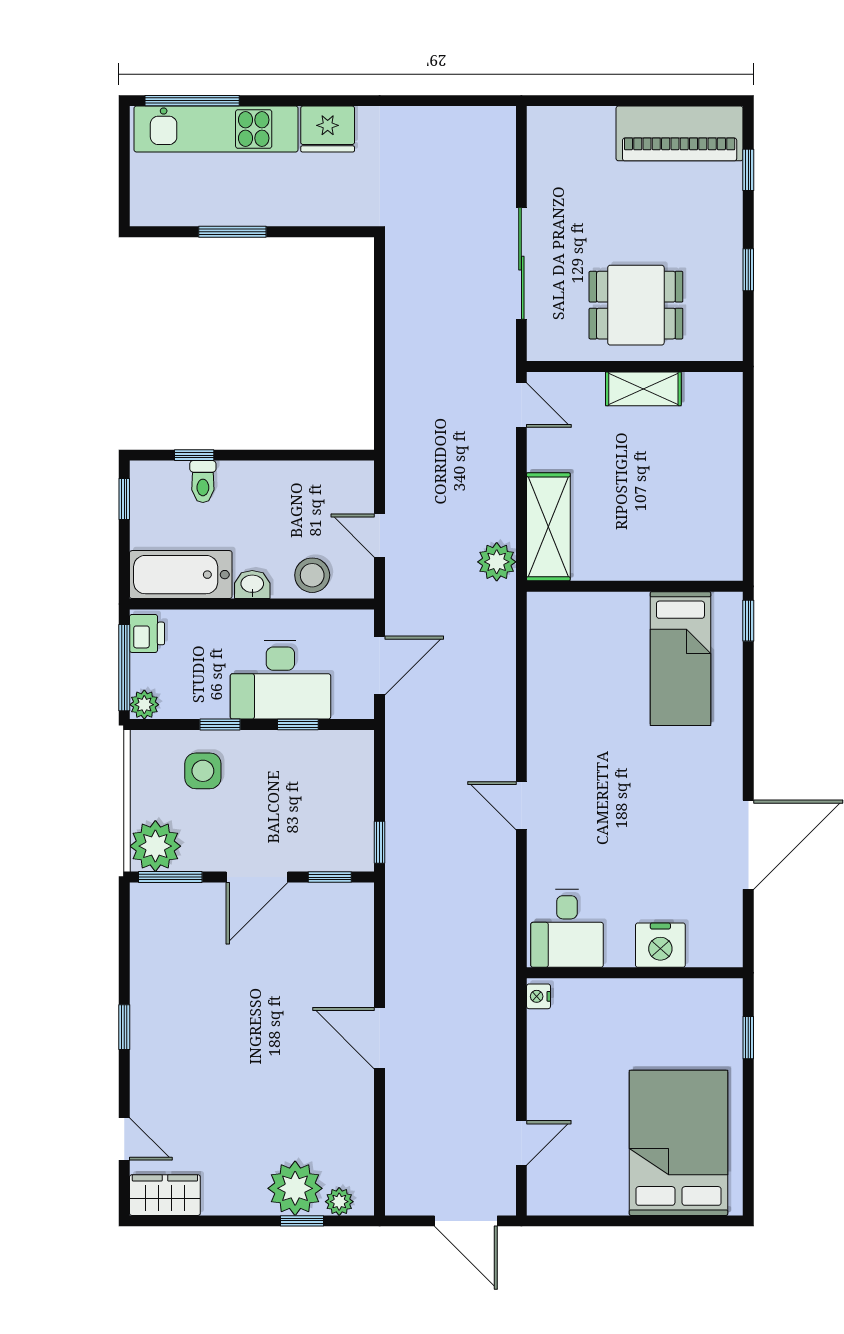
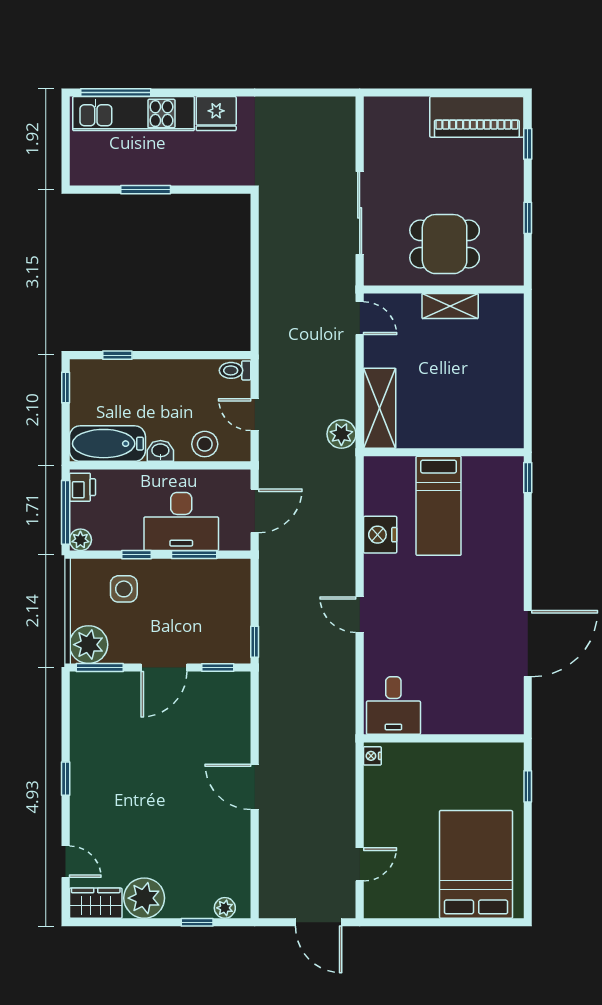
toilet: (203, 482) -> (235, 370), moved, turned 90
bed: (680, 659) -> (439, 506), moved
window: (298, 725) -> (194, 555), width x1.50
nightstand: (660, 945) -> (380, 535), moved, turned 90
plant: (295, 1188) -> (144, 898), moved

